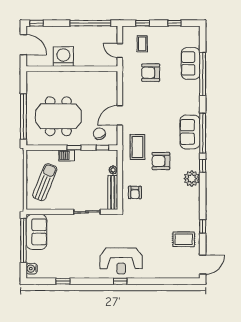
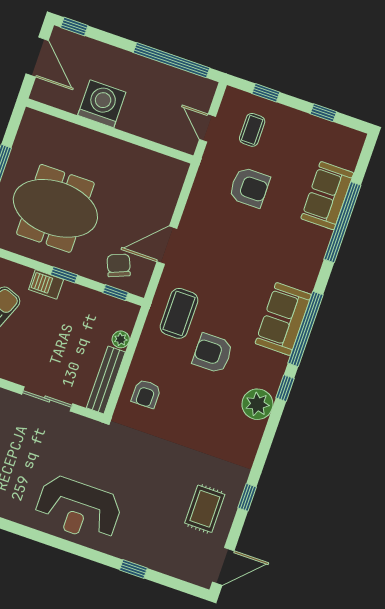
armchair: (151, 73) -> (249, 187), turned 180
rug: (184, 239) -> (205, 509), turned 90
window: (120, 281) -> (133, 569), moved

